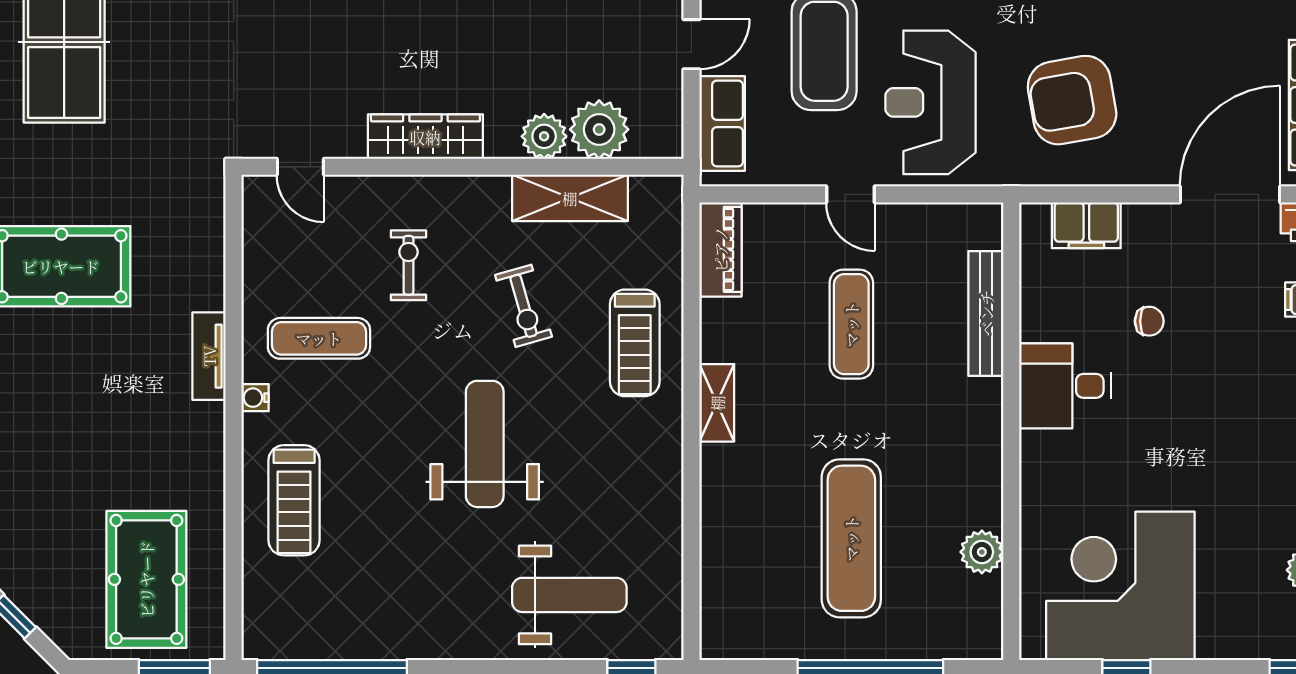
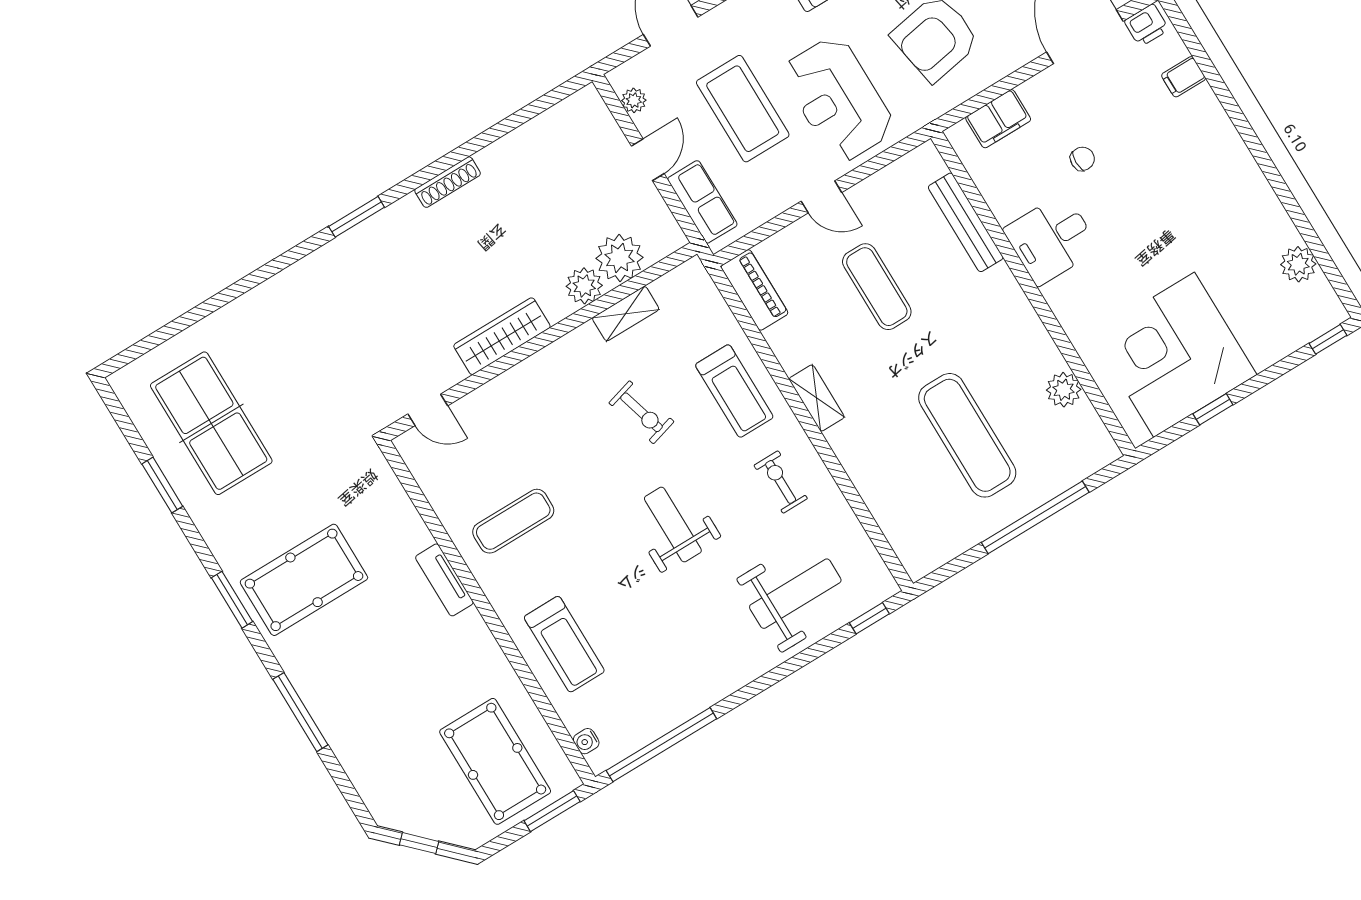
shelving: (570, 198) -> (626, 314), width x0.67, depth x0.75
exercise bike: (408, 265) -> (781, 482), moved
water cooler: (255, 398) -> (586, 741), moved
weight bench: (485, 444) -> (673, 525), width x0.73, depth x0.75

